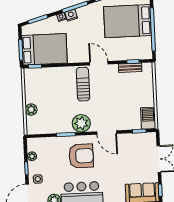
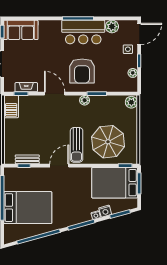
nightstand: (71, 15) -> (105, 211), moved
door: (99, 63) -> (59, 166), swing flipped
parasol: (53, 89) -> (108, 142), added
plant: (31, 110) -> (131, 102), moved
plant: (81, 123) -> (85, 100), width x0.53, depth x0.53
fireplace: (134, 138) -> (26, 87), added
armchair: (81, 156) -> (82, 71), turned -90

